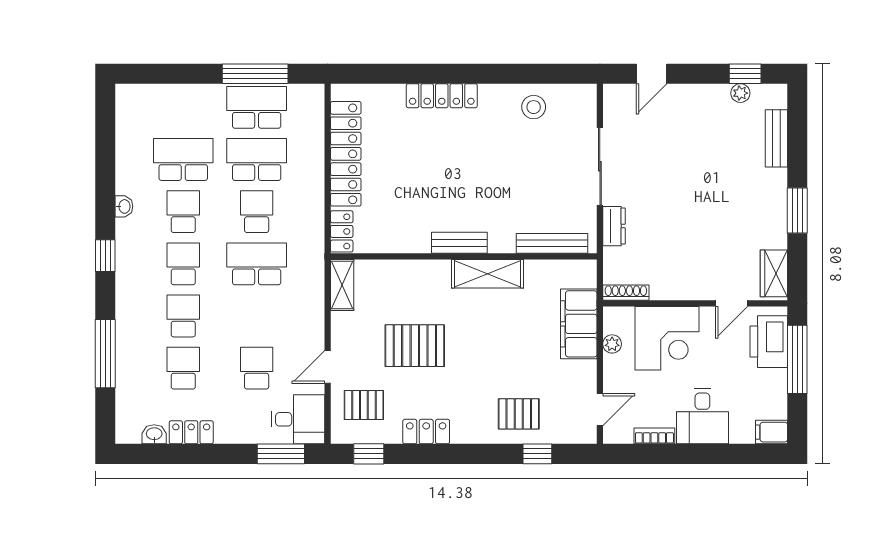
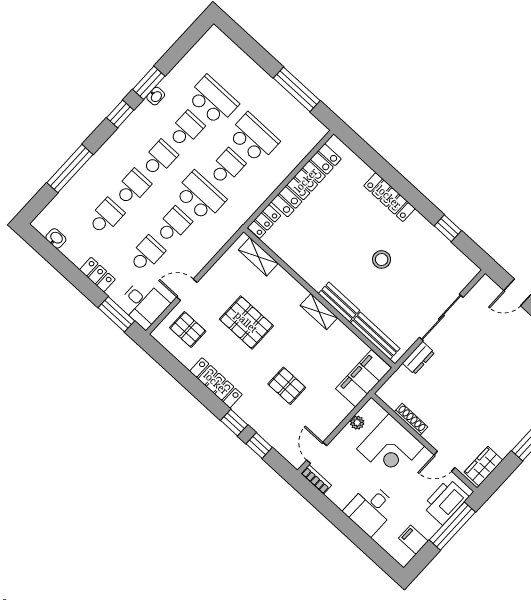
window: (526, 74) -> (448, 228), added
school desk: (257, 107) -> (173, 225), moved, width x0.54
stool: (534, 107) -> (382, 259), moved
window: (105, 200) -> (149, 83), added
bench: (459, 243) -> (339, 302), moved
shelving: (487, 274) -> (319, 312), width x0.67, depth x0.75
shelving: (342, 285) -> (258, 257), moved, turned 90
shoe rack: (626, 293) -> (411, 419), moved
filing cabinet: (579, 324) -> (363, 378), moved
door: (600, 410) -> (317, 453), swing flipped
pallet: (519, 414) -> (287, 386), moved
locker: (191, 432) -> (97, 275), moved
locker: (426, 432) -> (216, 383), width x1.53
filing cabinet: (772, 432) -> (413, 540), moved
bookcase: (654, 436) -> (316, 479), moved
window: (369, 454) -> (234, 423), moved

